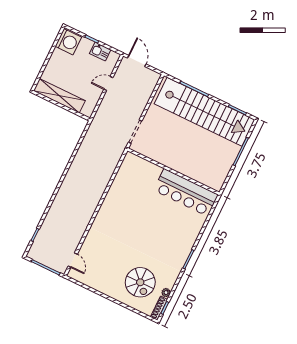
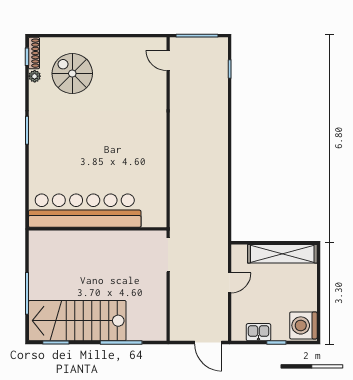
door: (108, 83) -> (230, 283), moved
stairs: (205, 112) -> (77, 321), width x0.73
bar counter: (186, 192) -> (85, 211), width x1.36

